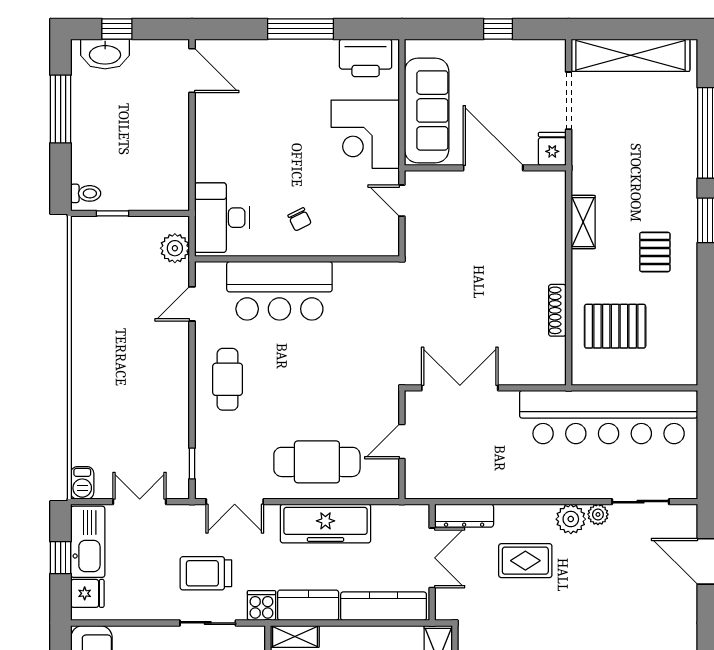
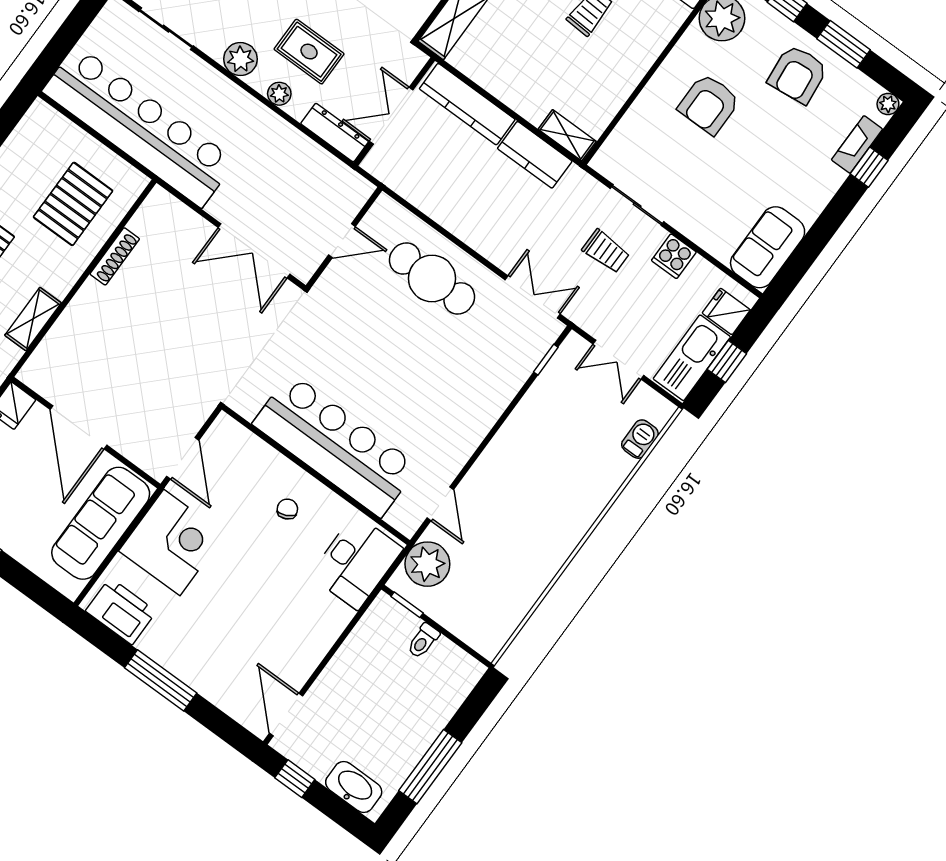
window: (117, 29) -> (295, 779), moved
toilet: (86, 193) -> (423, 641), moved, turned -90
door: (402, 201) -> (183, 458), width x1.38
window: (113, 213) -> (407, 605), moved
plant: (175, 248) -> (427, 564), width x1.36, depth x1.36
bar counter: (279, 291) -> (335, 445), width x1.36
door: (192, 304) -> (440, 504), hinge flipped
pallet: (615, 326) -> (73, 204), turned 90
cafe table: (228, 379) -> (458, 412), removed
barbecue: (82, 483) -> (640, 439), moved
plant: (598, 514) -> (279, 94), moved
freezer: (325, 524) -> (465, 217), removed
trolley: (206, 573) -> (606, 251), width x0.73, depth x0.72
cooker: (261, 605) -> (674, 256), moved

